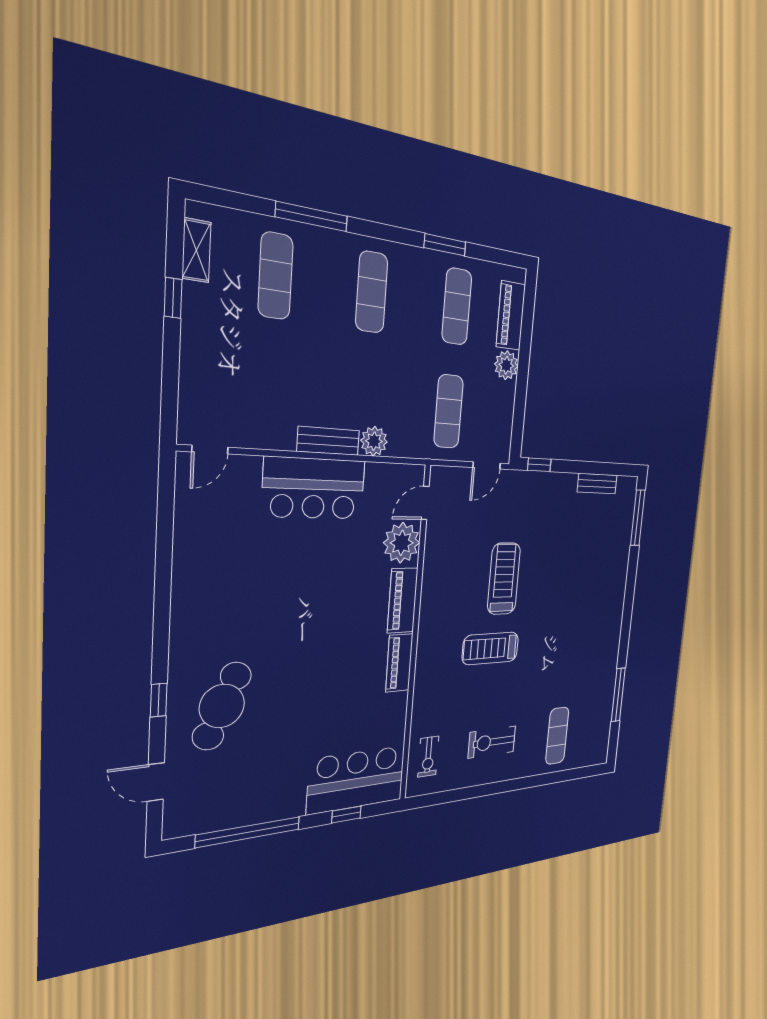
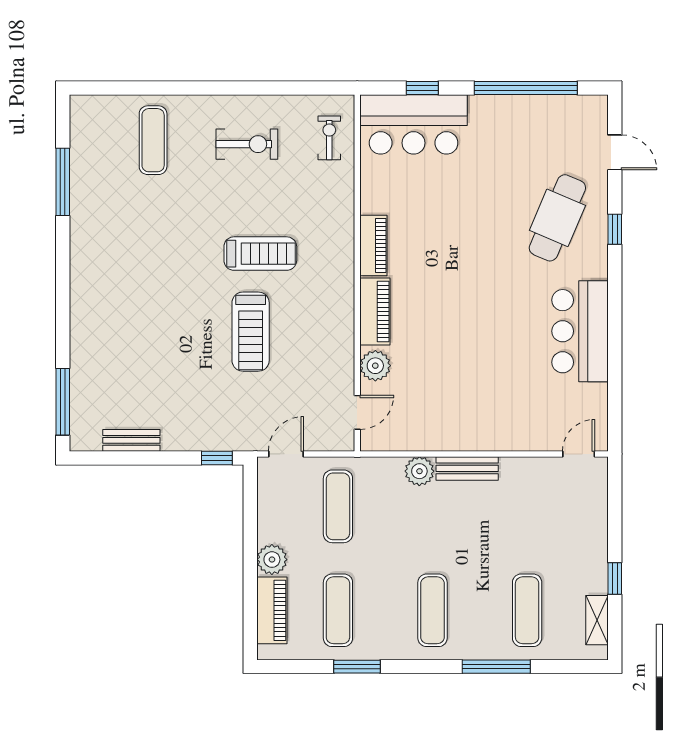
bar counter: (314, 488) -> (580, 331), moved, turned -90
plant: (402, 543) -> (375, 366), width x0.73, depth x0.73

